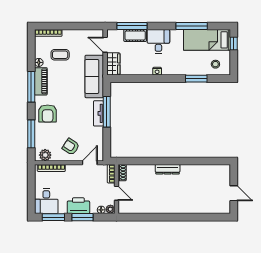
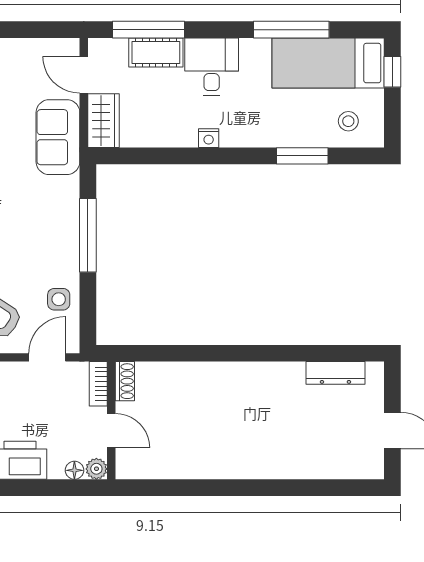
sofa: (94, 76) -> (58, 137), width x0.73
tv unit: (98, 113) -> (68, 239), removed
side table: (95, 138) -> (59, 299), added
dresser: (168, 169) -> (335, 373), moved
window: (83, 217) -> (30, 488), removed

